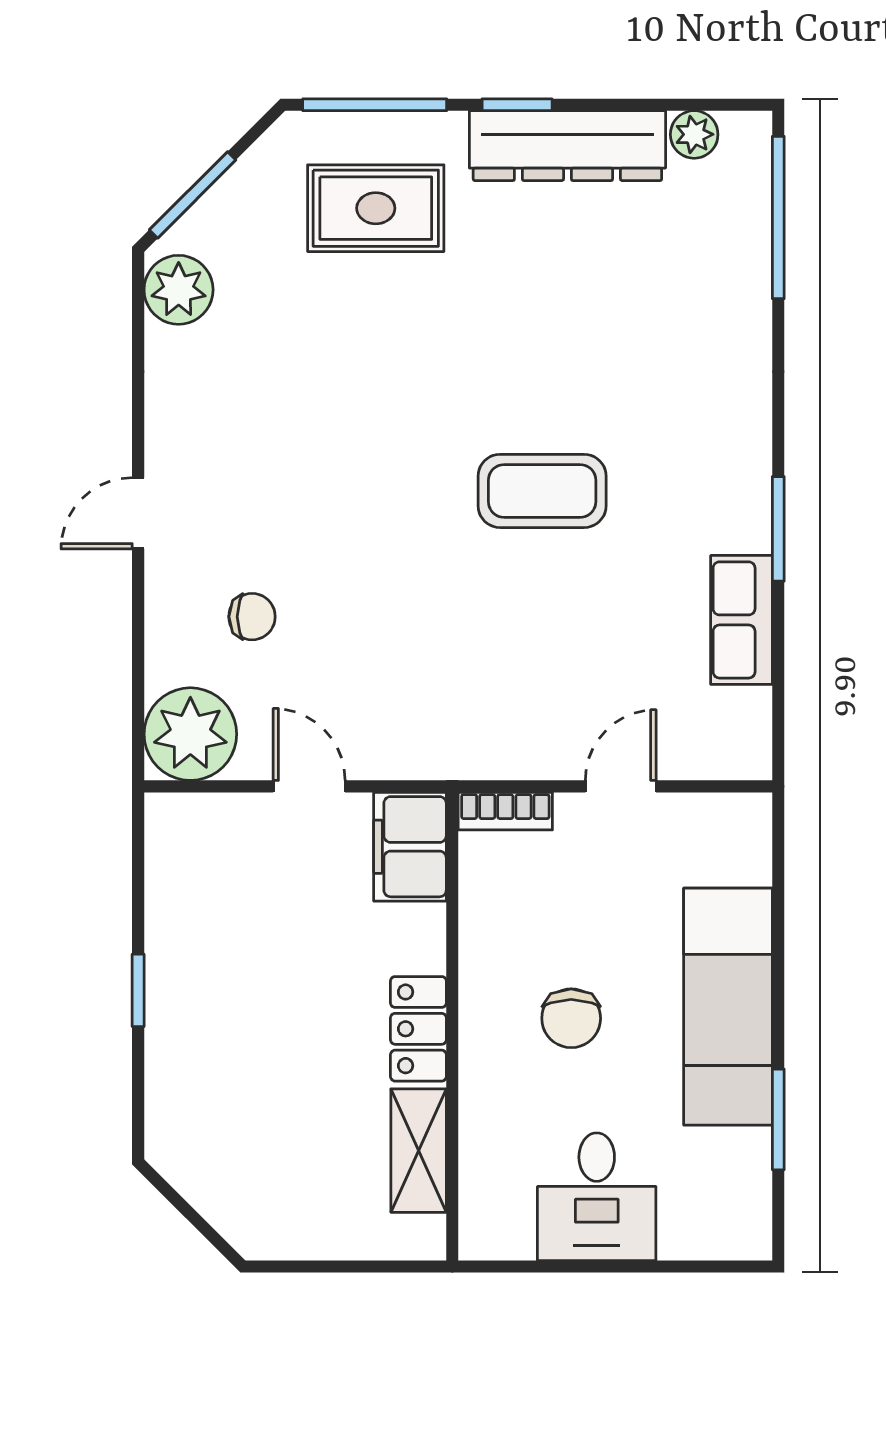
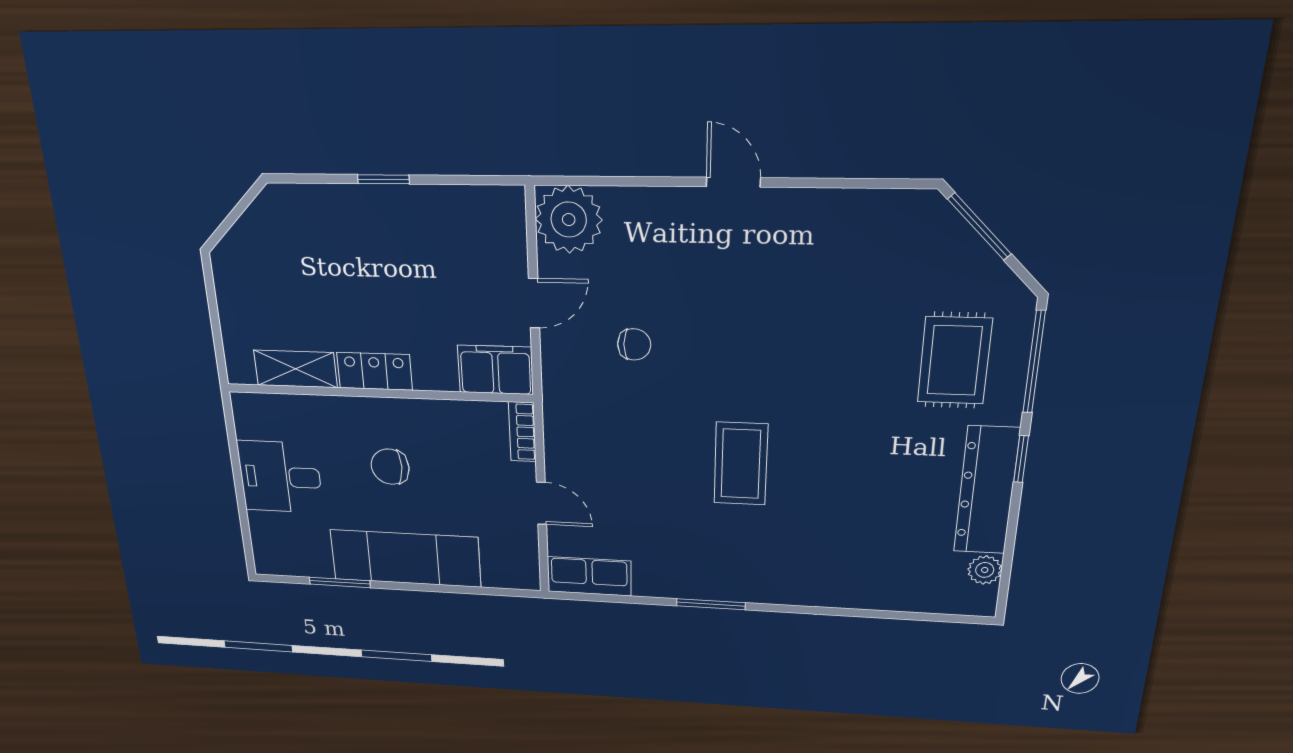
window: (778, 218) -> (921, 617), removed
plant: (179, 290) -> (905, 215), removed
chair: (252, 617) -> (634, 344), moved, turned -90
row of seats: (741, 620) -> (589, 576), moved

